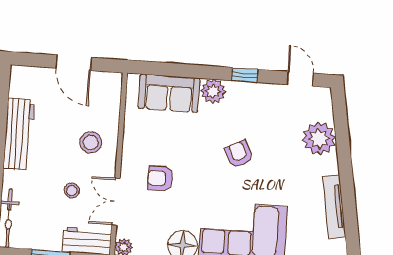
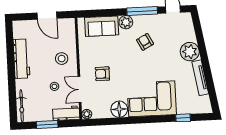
window: (245, 75) -> (142, 11), width x2.17
plant: (319, 138) -> (190, 52), moved
armchair: (239, 154) -> (145, 42), moved

